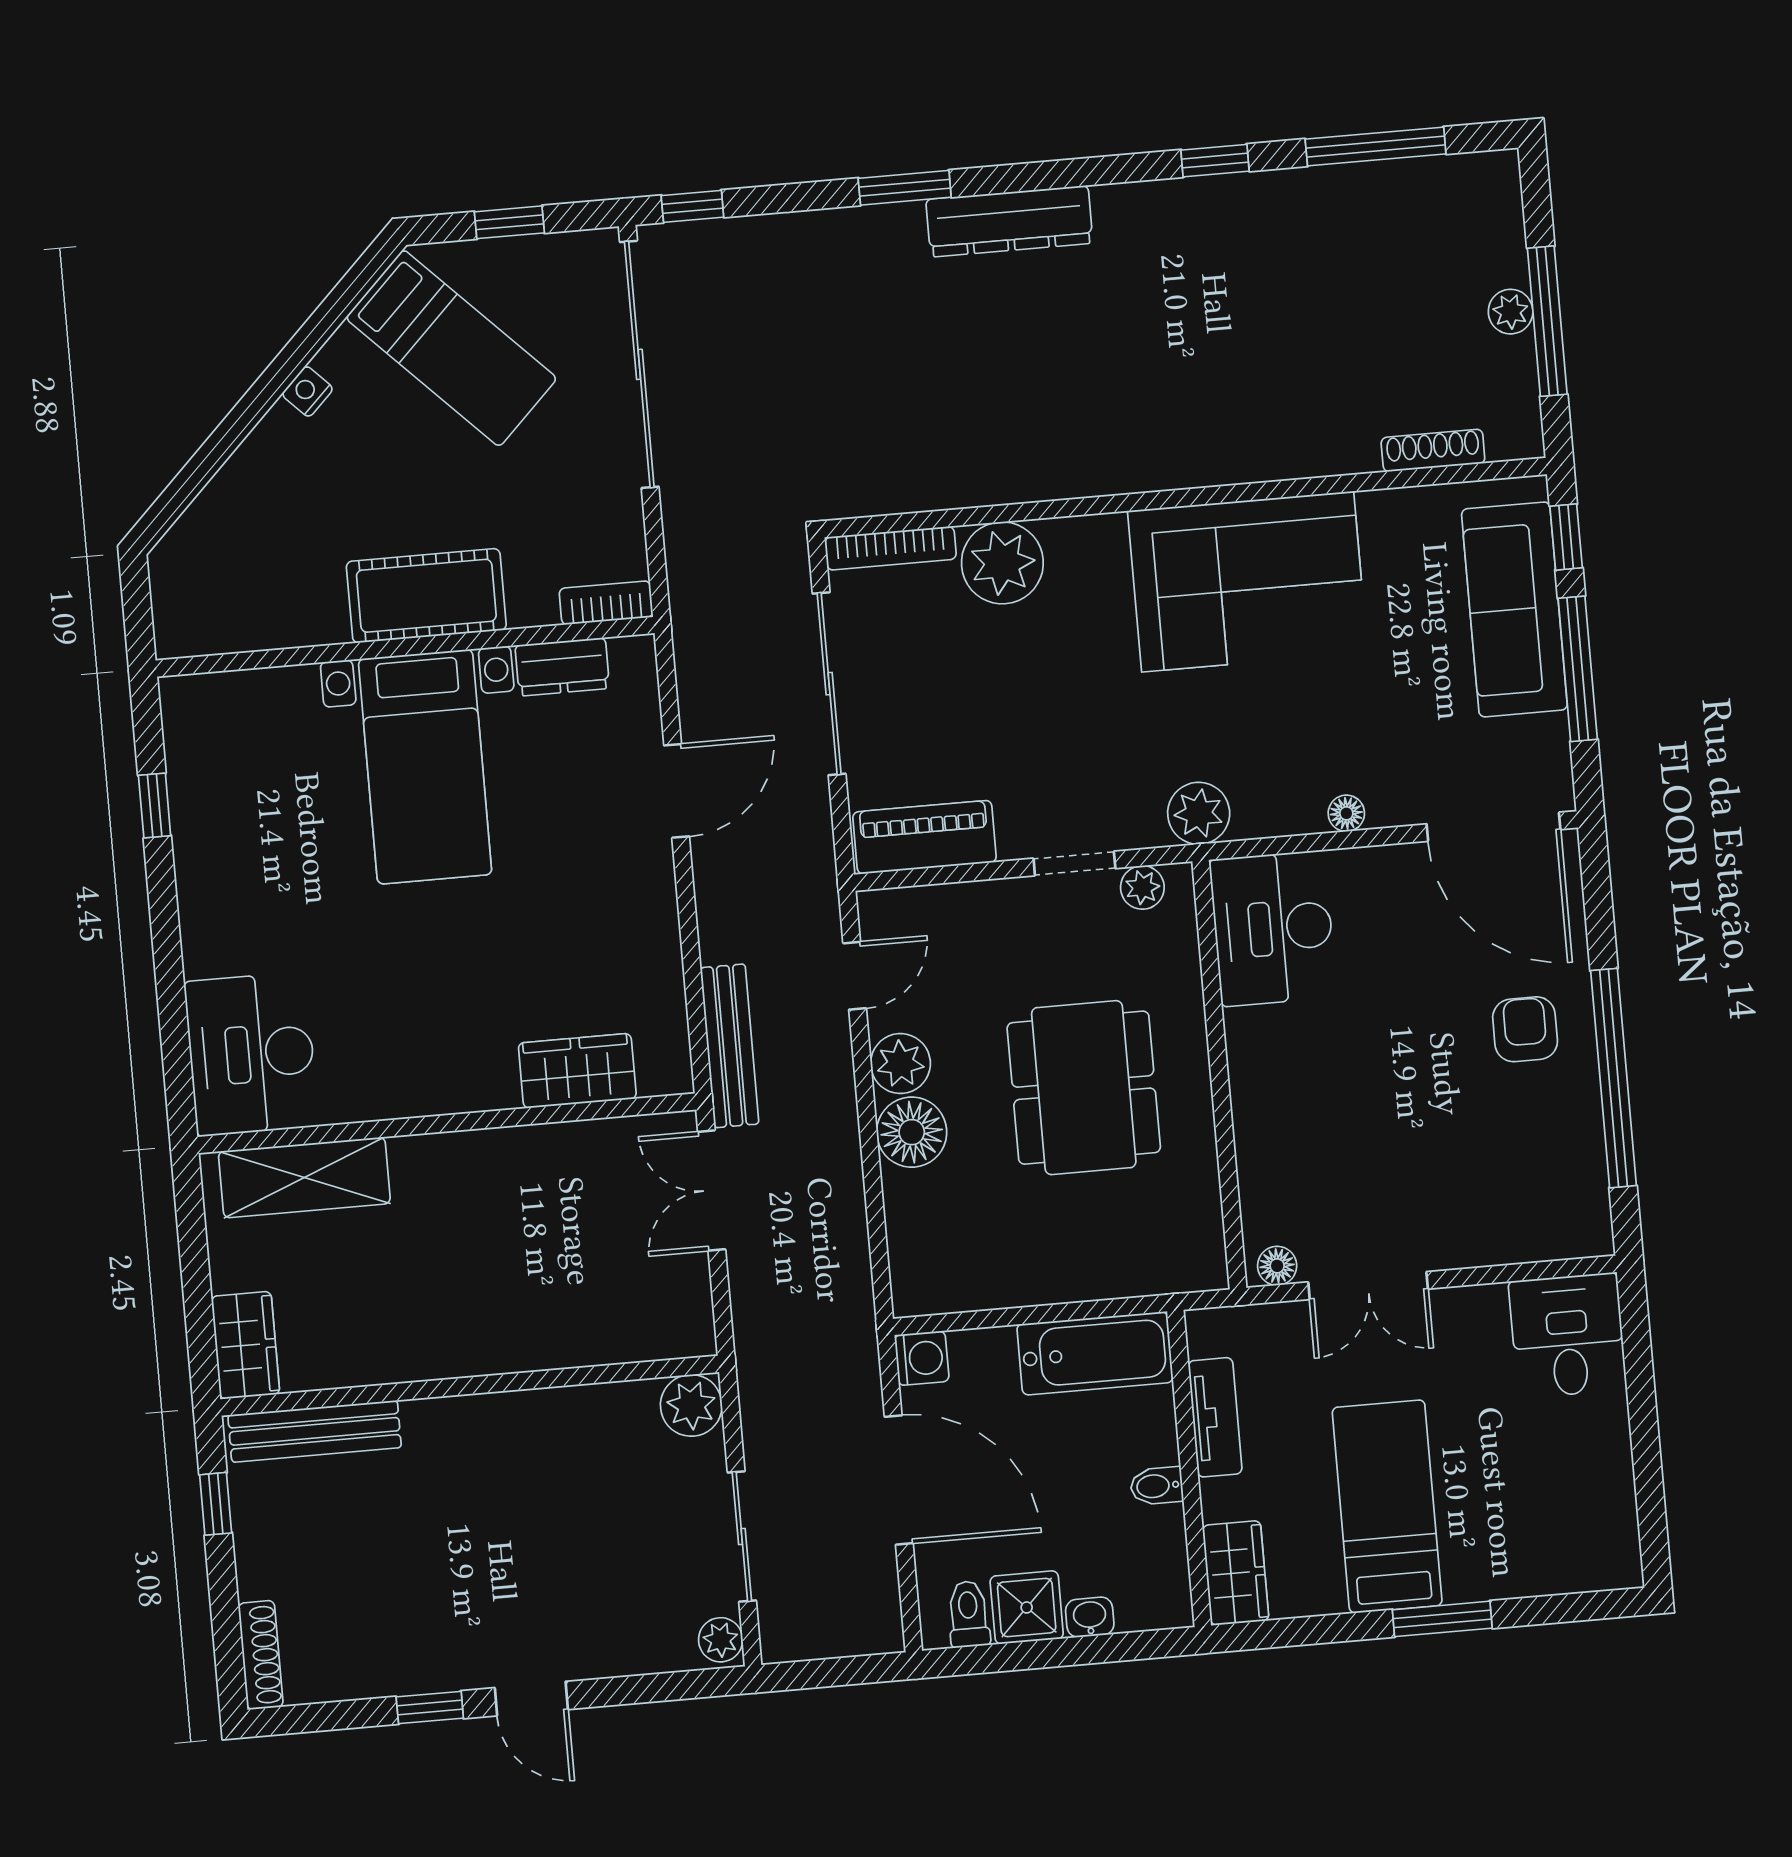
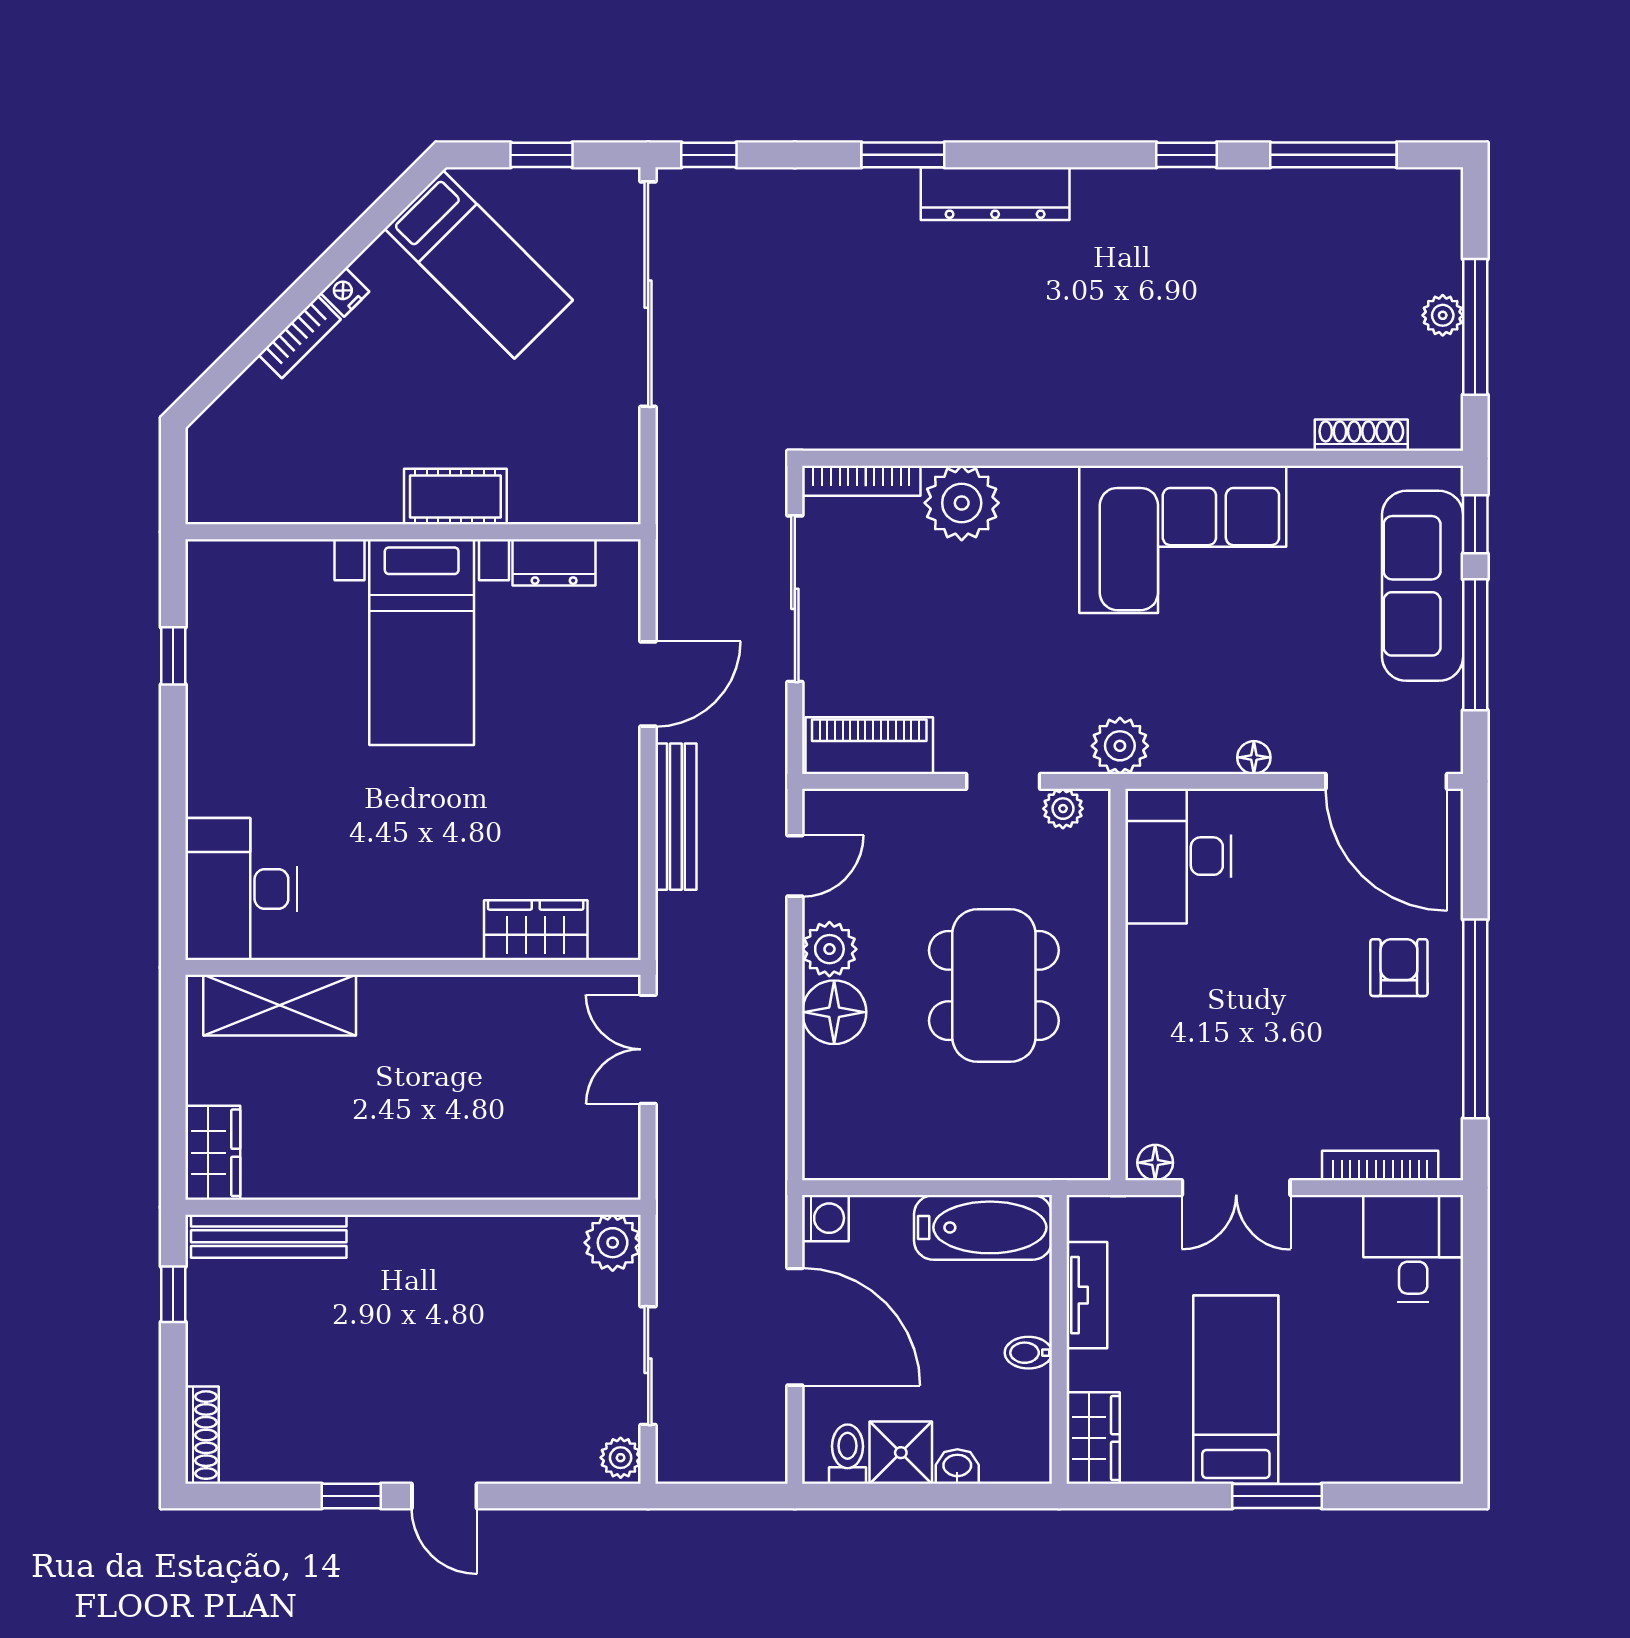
cot: (426, 596) -> (455, 496), width x0.73, depth x0.75
bookcase: (606, 603) -> (300, 337), moved, turned 135
bench: (730, 1046) -> (676, 817), moved
bookcase: (1523, 1247) -> (1380, 1165), added

